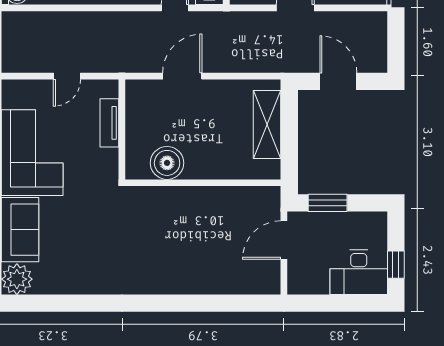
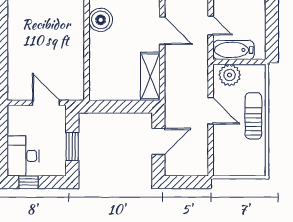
shelving: (267, 125) -> (150, 76), moved, turned 90
window: (328, 203) -> (72, 147), moved

